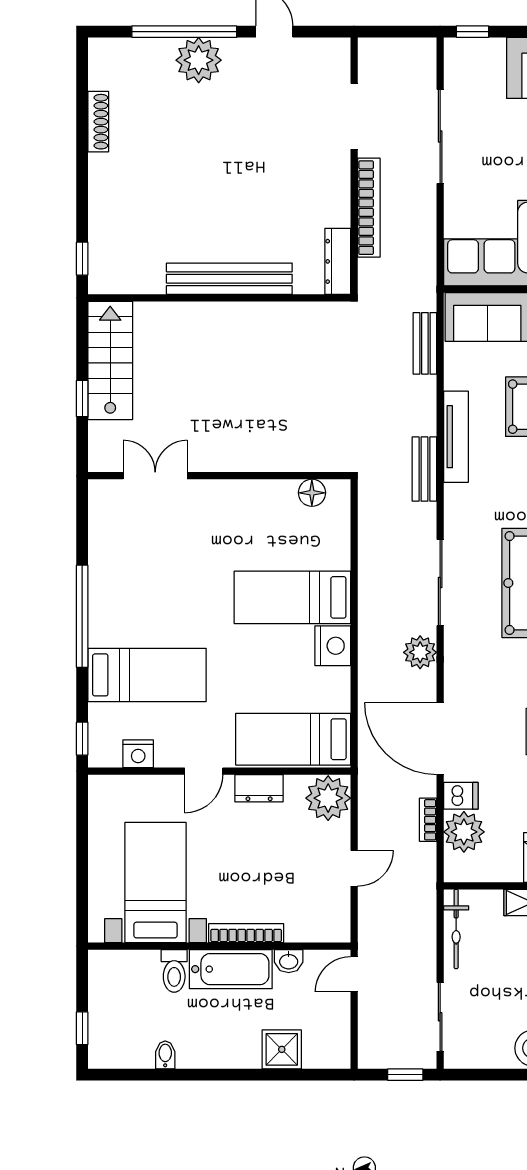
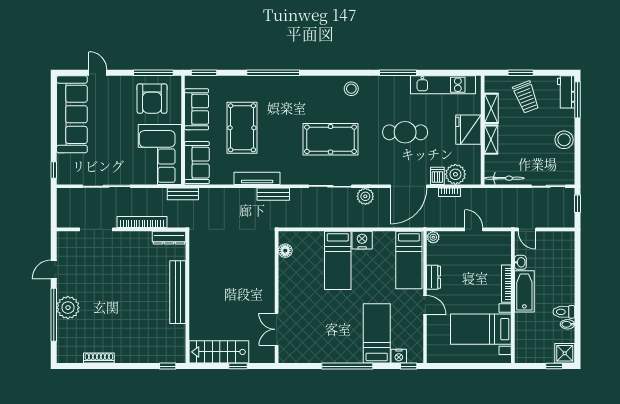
bench: (425, 343) -> (183, 194), moved
nightstand: (138, 754) -> (399, 356), moved, turned 90
plant: (328, 798) -> (433, 237), width x0.53, depth x0.53
toilet: (174, 971) -> (564, 312), moved, turned 180
shower: (282, 1049) -> (565, 353), moved

